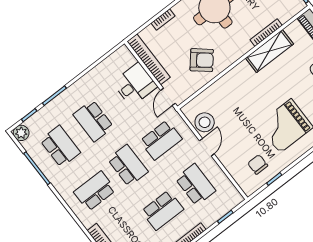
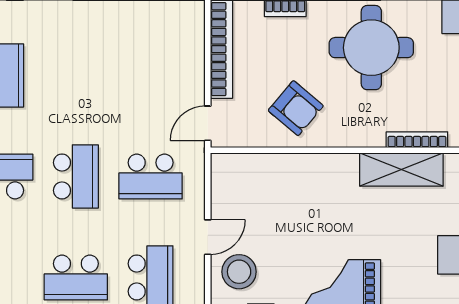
desk: (135, 84) -> (174, 70), removed
school desk: (93, 121) -> (76, 75), removed
stool: (205, 122) -> (239, 272), moved

